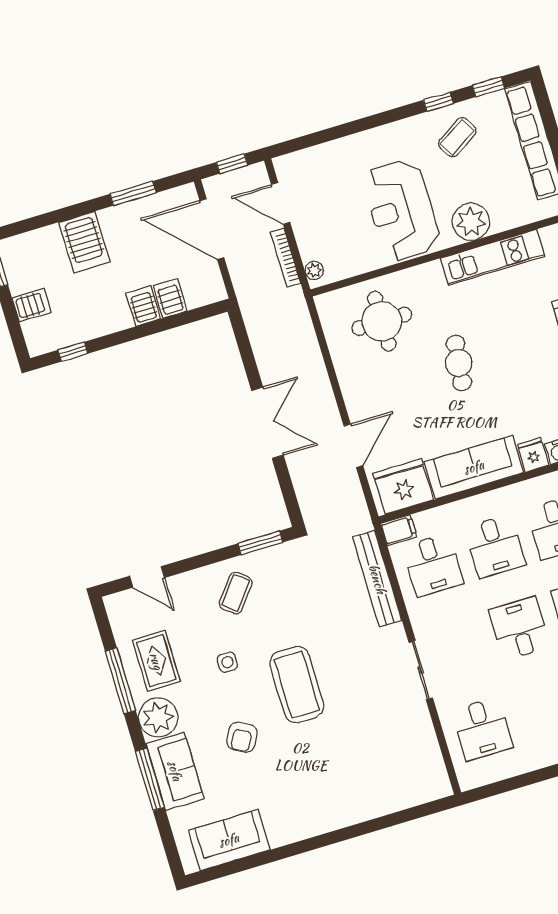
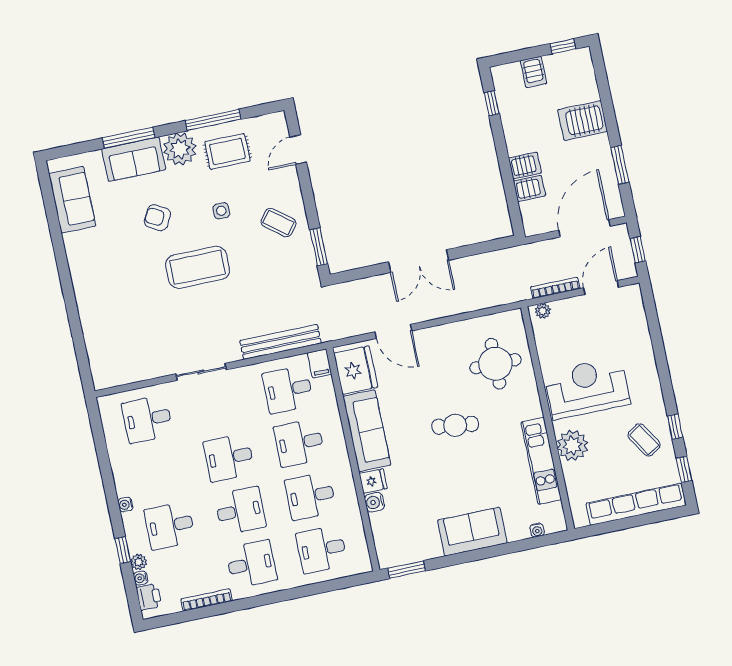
desk: (520, 628) -> (229, 458), turned 180

